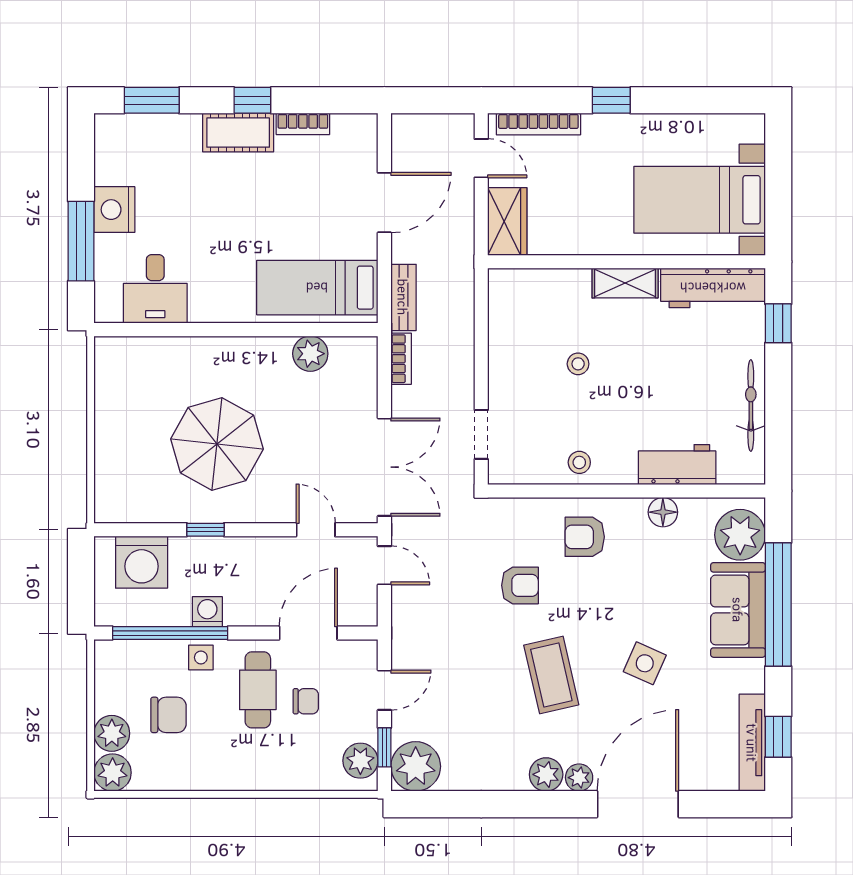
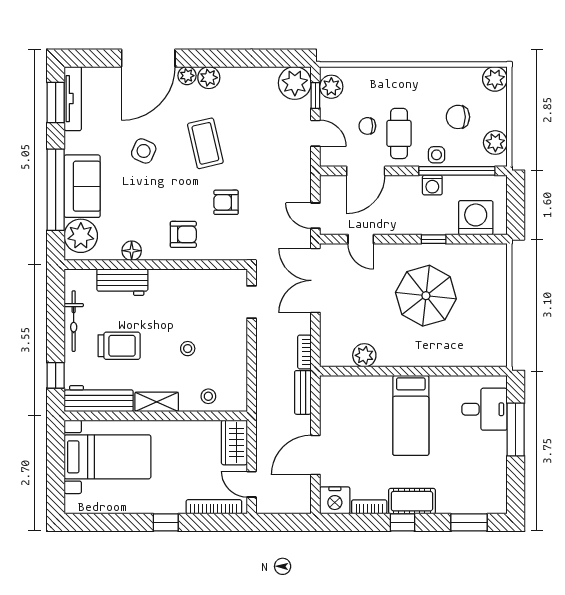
nightstand: (114, 210) -> (335, 500), moved, turned 90
bed: (317, 288) -> (411, 415), moved, turned 90
desk: (155, 289) -> (485, 409), moved, turned 90
trolley: (682, 368) -> (119, 346), added
stool: (579, 462) -> (208, 396), moved
door: (384, 690) -> (315, 133), swing flipped
plant: (112, 733) -> (495, 143), moved
window: (778, 737) -> (56, 103), width x1.50

